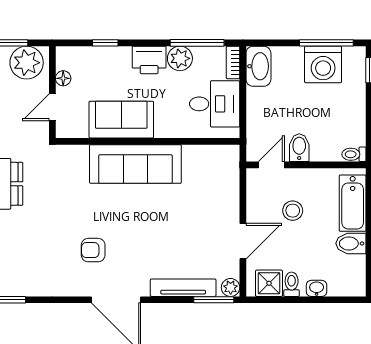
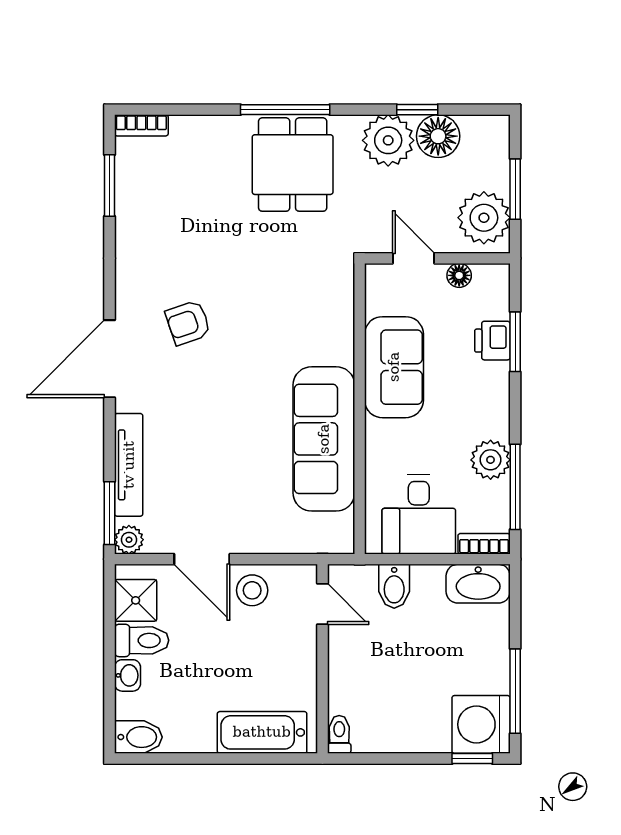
window: (105, 43) -> (515, 342), width x1.50
printer: (149, 60) -> (492, 341), moved, width x0.73, depth x0.81
washing machine: (323, 64) -> (481, 724), moved
bidet: (299, 148) -> (394, 586), moved, turned 90
sofa: (135, 164) -> (324, 439), moved
stool: (293, 211) -> (252, 590), moved
bidet: (351, 243) -> (138, 737), moved, turned 90
armchair: (93, 250) -> (188, 323), turned -109
toilet: (292, 284) -> (142, 640), width x1.37, depth x1.39

